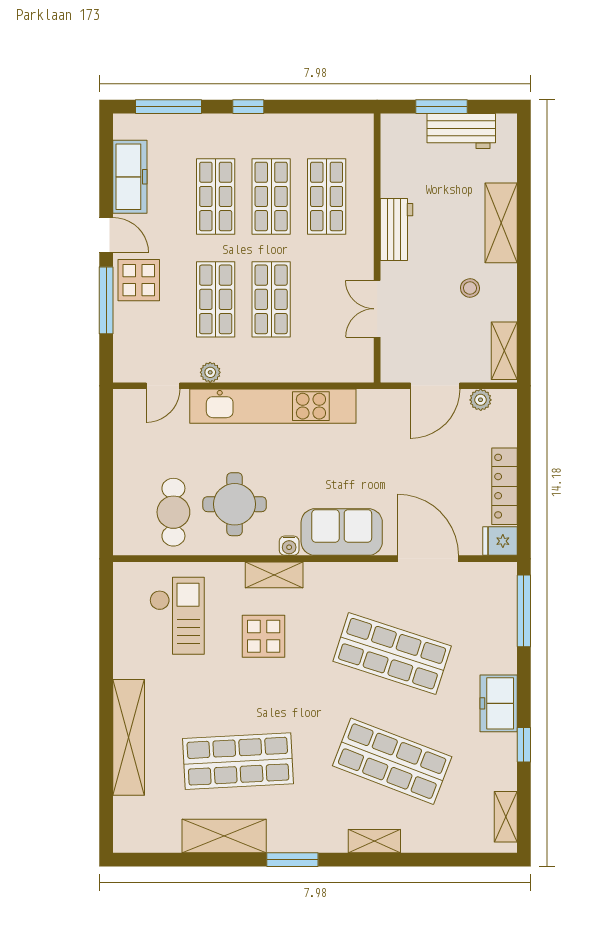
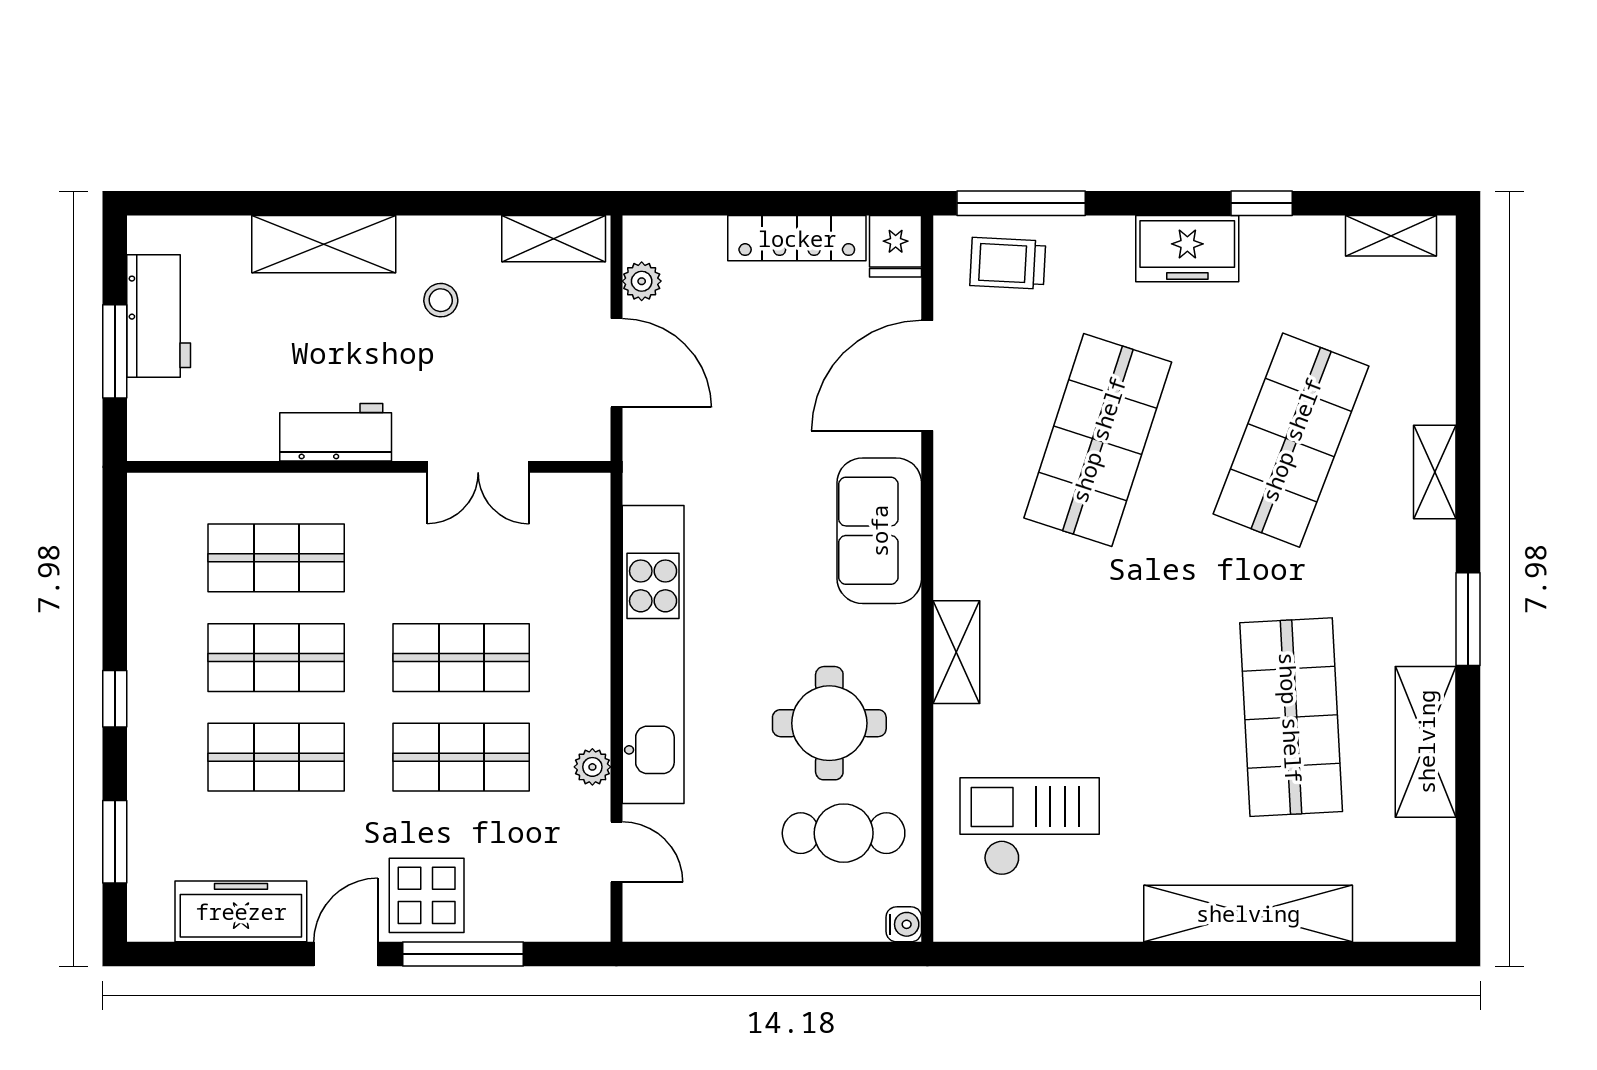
window: (169, 107) -> (115, 842), width x0.69
water cooler: (289, 546) -> (904, 924), moved
trolley: (490, 604) -> (1008, 263), added
display table: (264, 636) -> (1067, 671), removed

